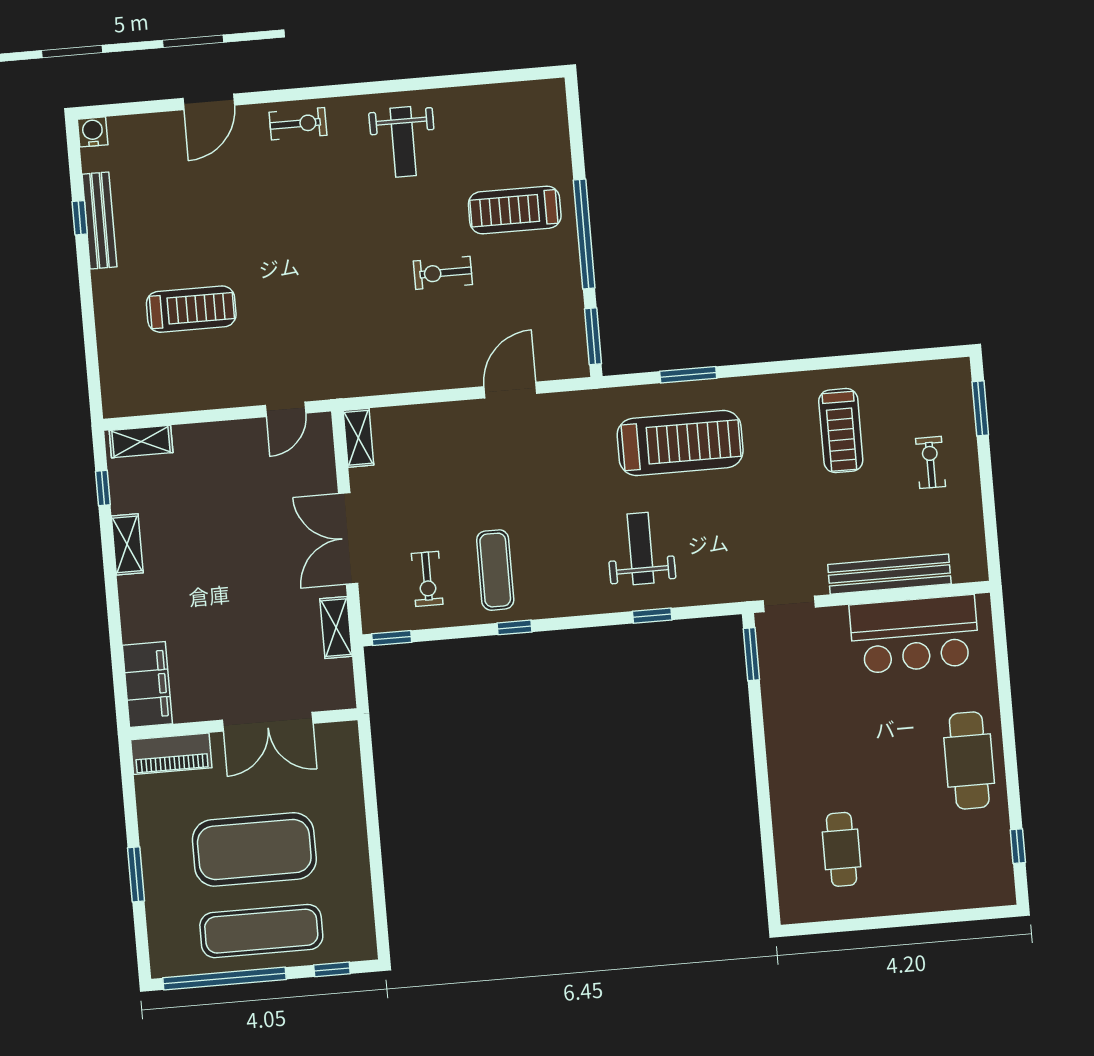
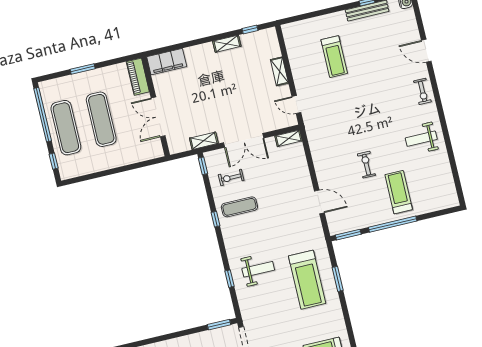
shelving: (141, 442) -> (279, 71), moved
double door: (348, 539) -> (244, 140), swing flipped
exercise mat: (254, 849) -> (101, 119), width x0.68

